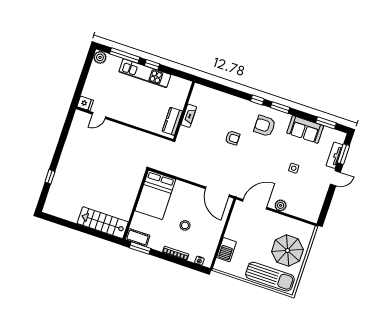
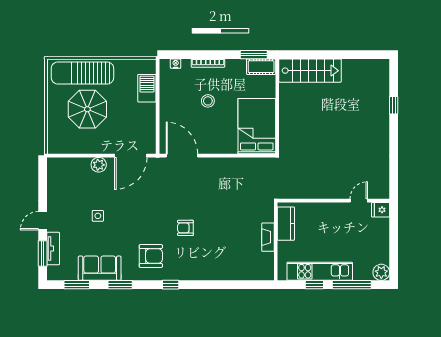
window: (280, 108) -> (120, 285), moved
wall: (184, 111) -> (276, 241), moved
fireplace: (189, 116) -> (268, 237), moved
kitchen counter: (172, 121) -> (286, 224), moved
parasol: (287, 251) -> (87, 109), moved

